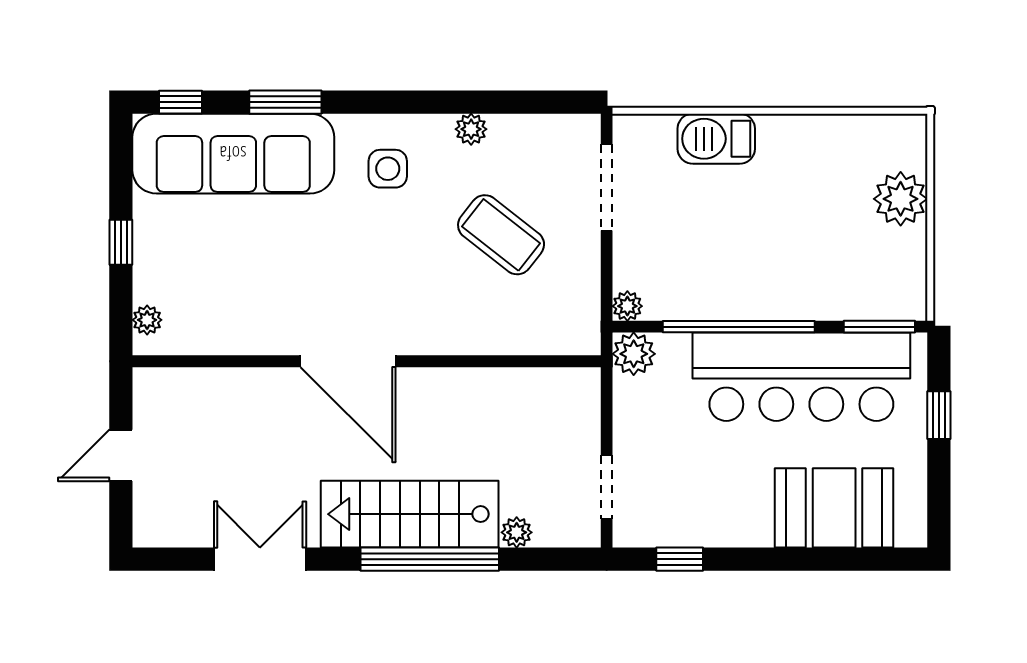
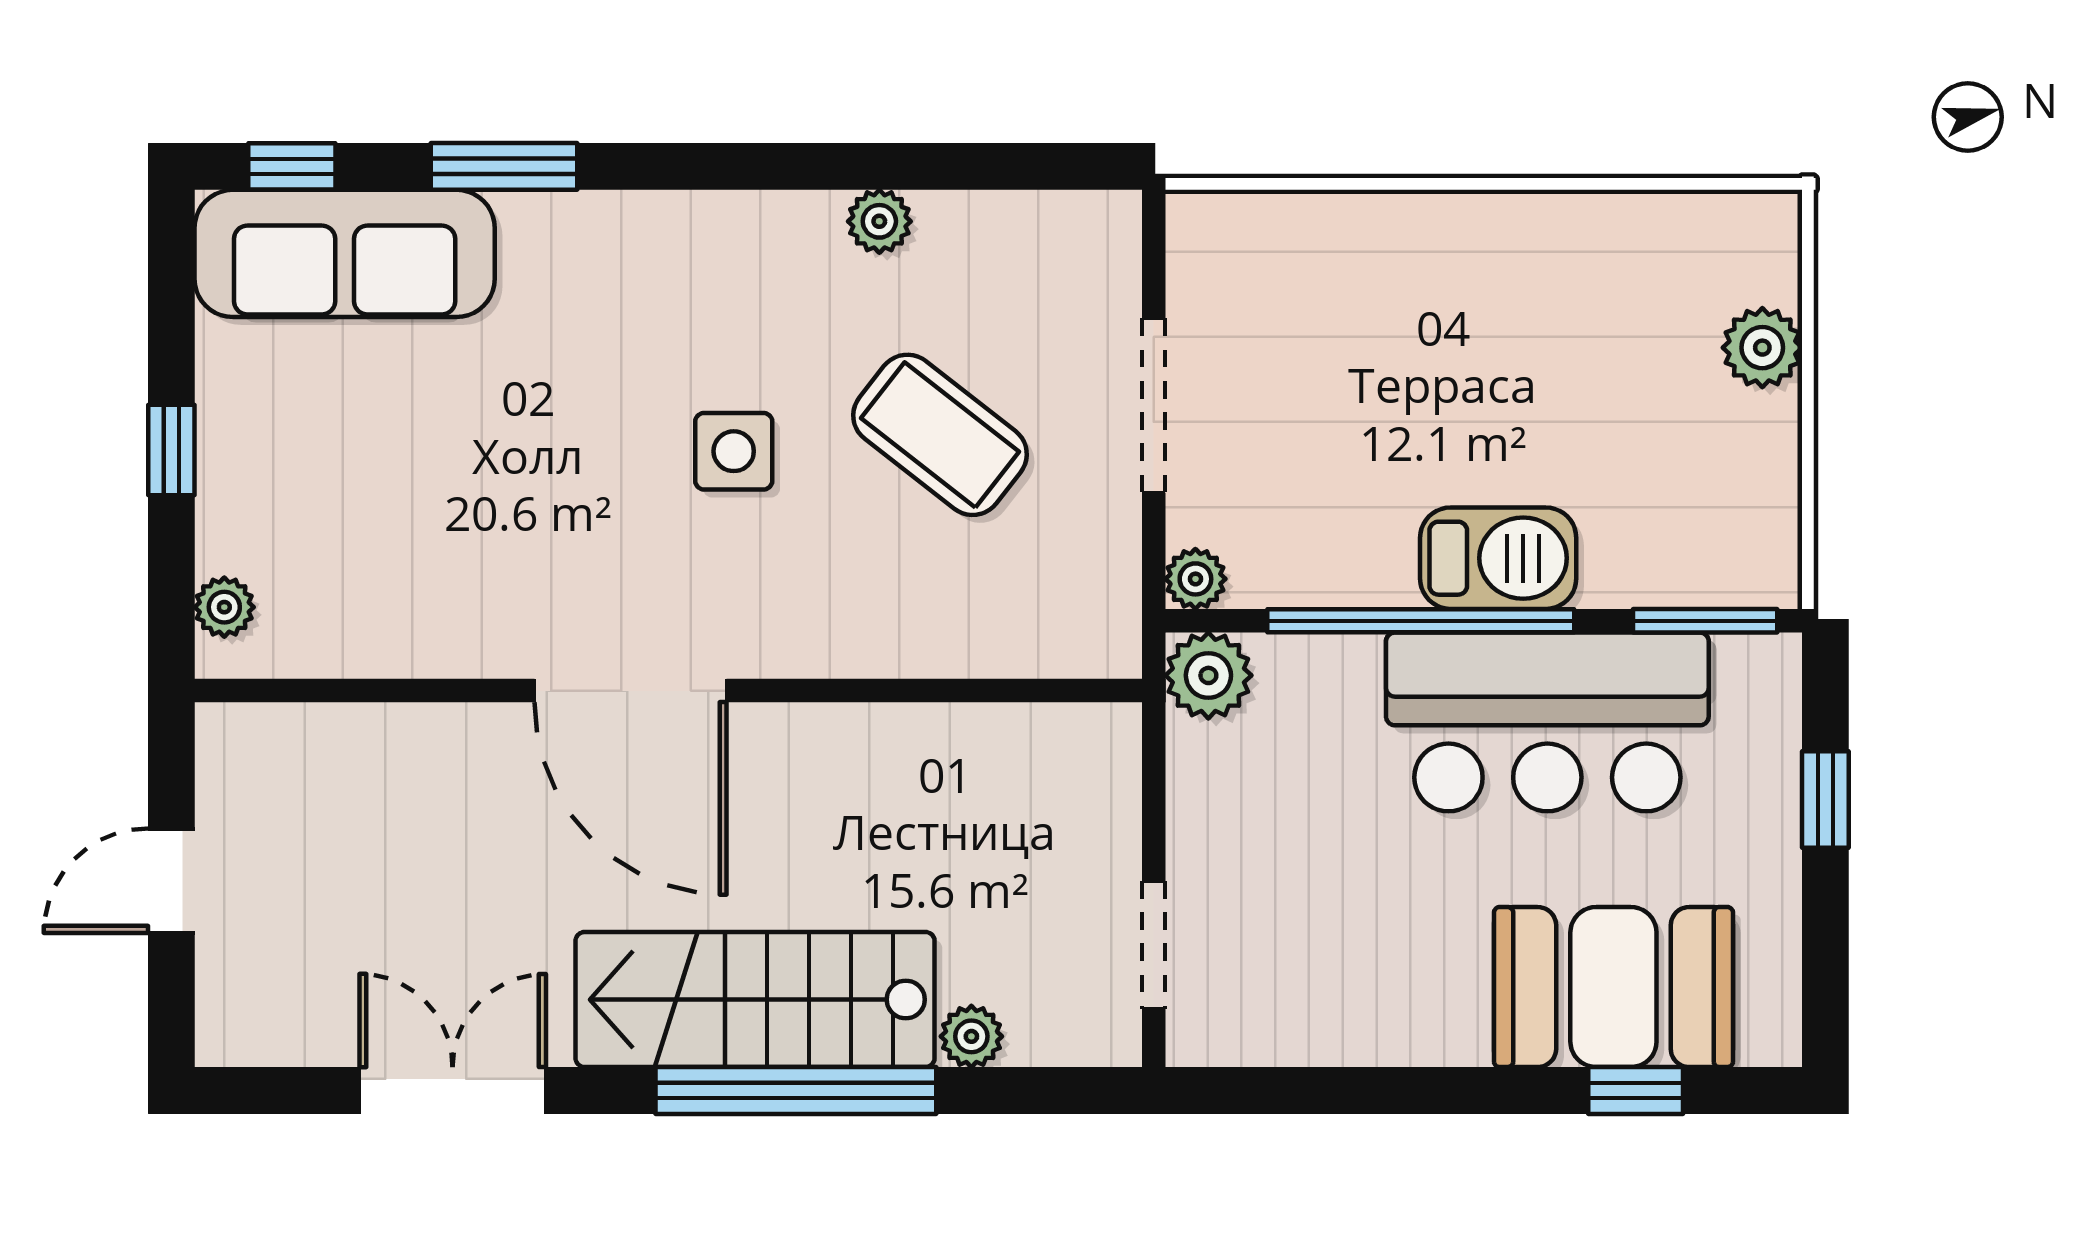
barbecue: (716, 139) -> (1498, 558), moved, turned 180
sofa: (233, 154) -> (345, 253), width x0.74, depth x0.79
side table: (388, 169) -> (734, 451), moved
doorway: (607, 187) -> (1154, 406), moved
plant: (901, 199) -> (1762, 348), width x0.73, depth x0.73
bar counter: (801, 377) -> (1547, 722), width x0.73
window: (680, 559) -> (1636, 1090), moved

